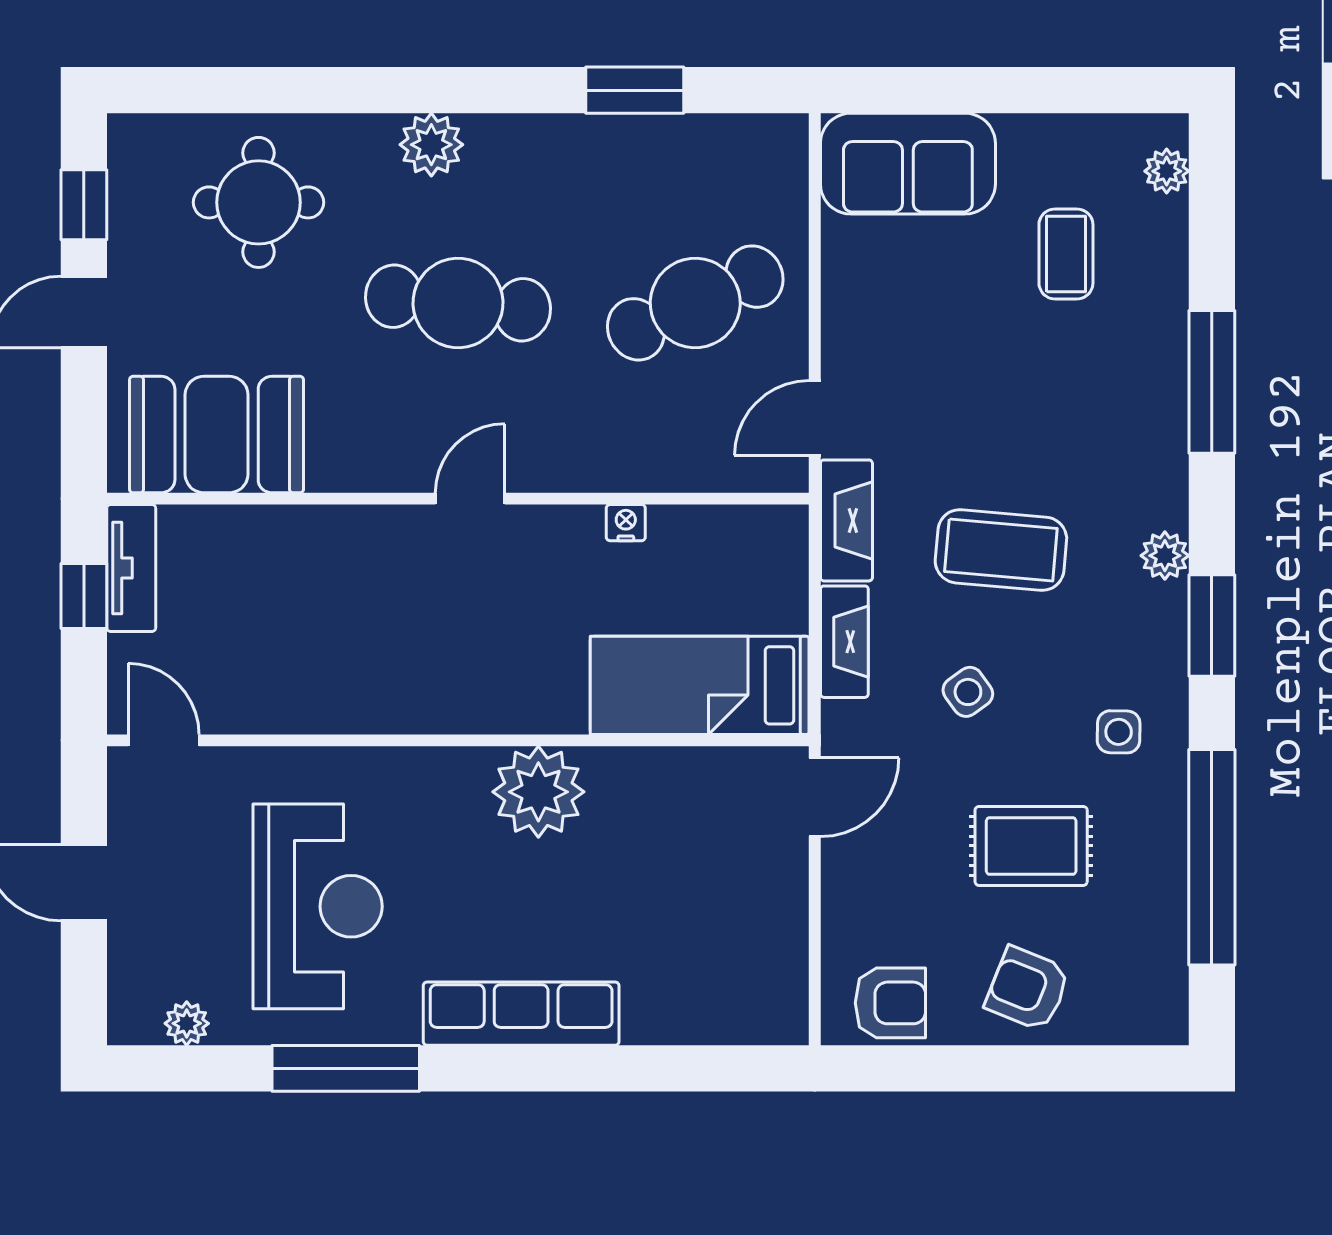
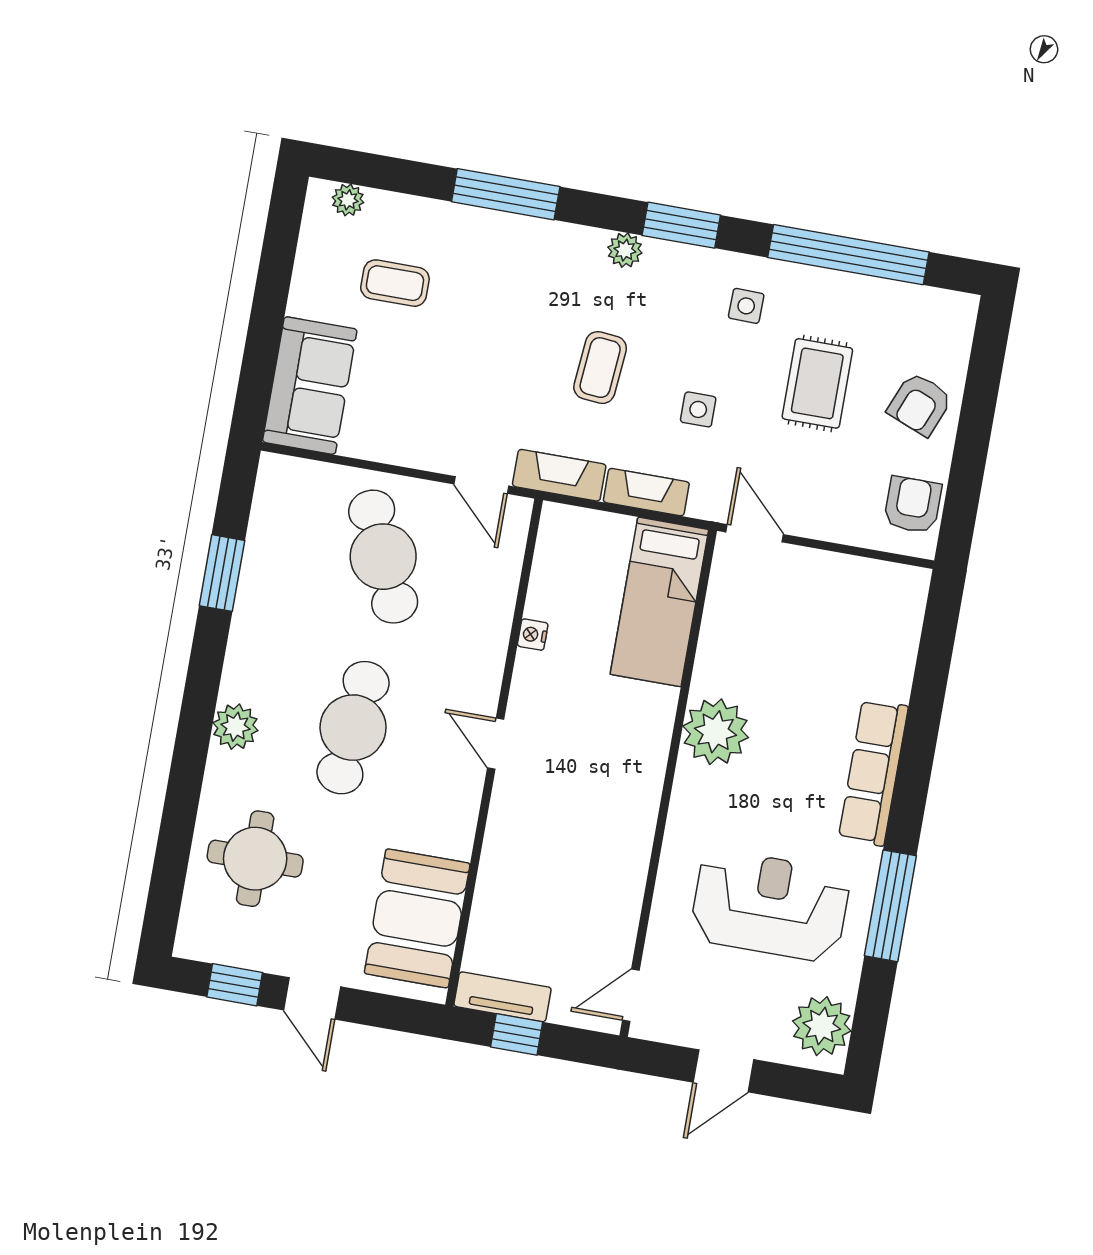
coffee table: (1001, 550) -> (600, 368), width x0.73, depth x0.77
side table: (968, 692) -> (698, 409), turned 36
plant: (187, 1023) -> (822, 1026), width x1.88, depth x1.88

